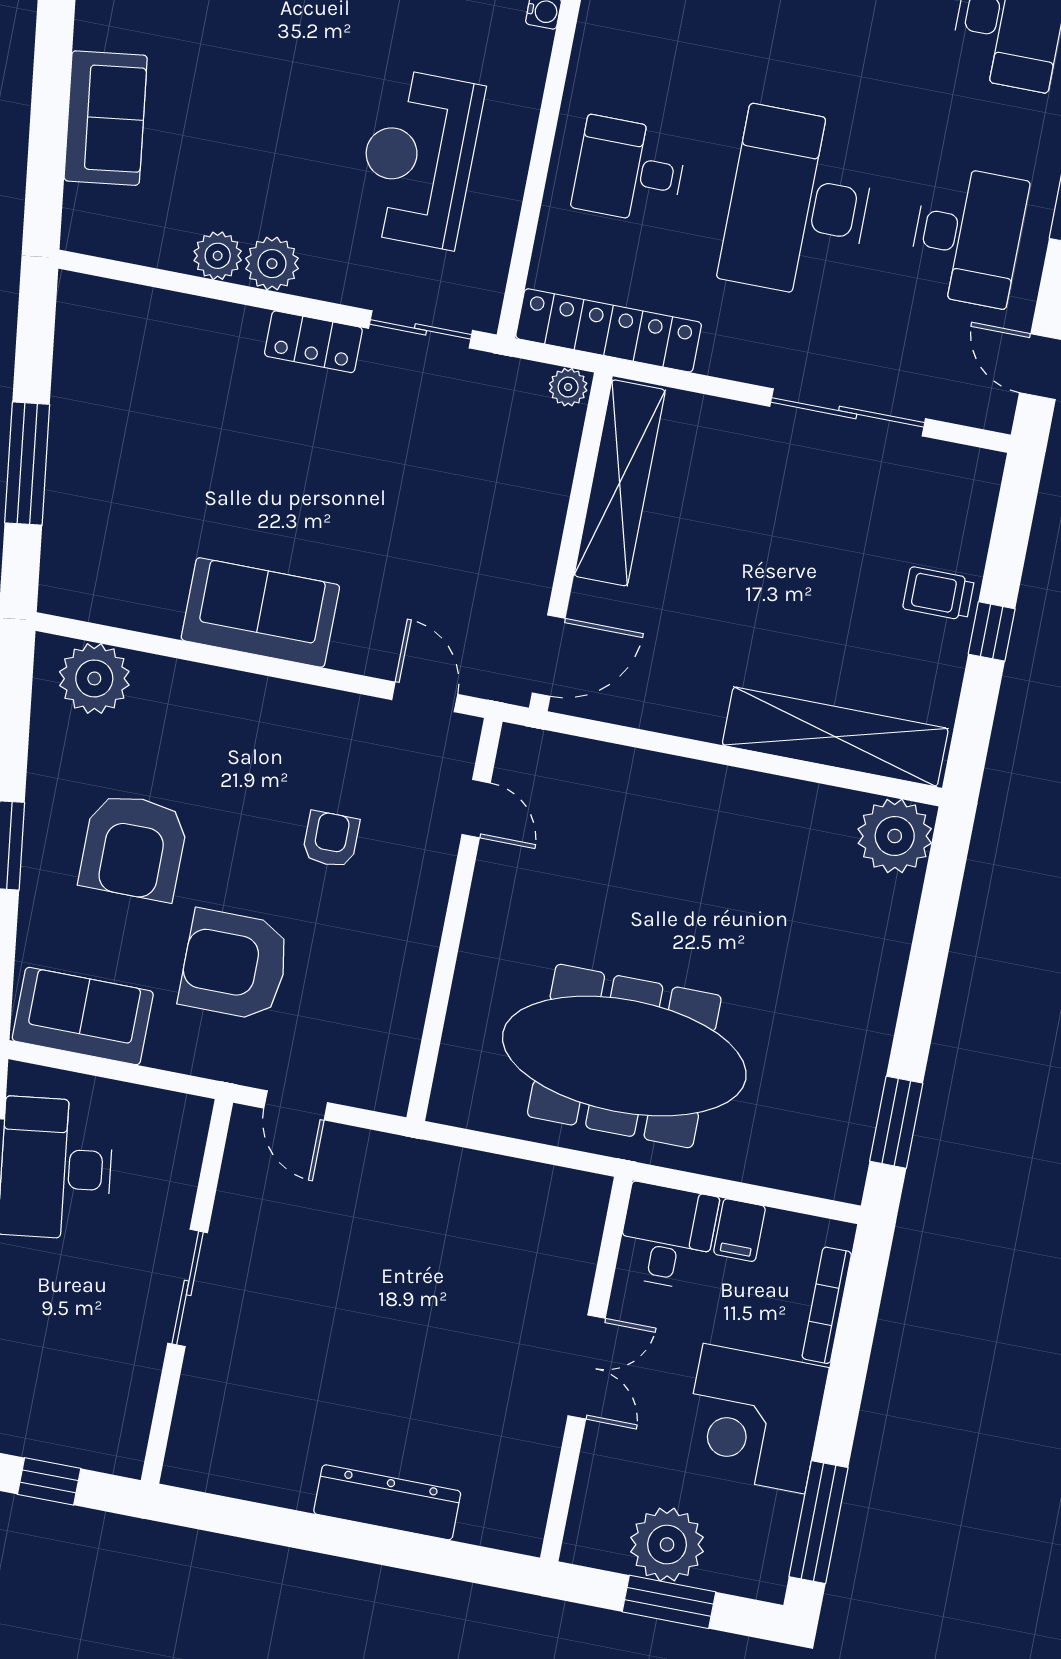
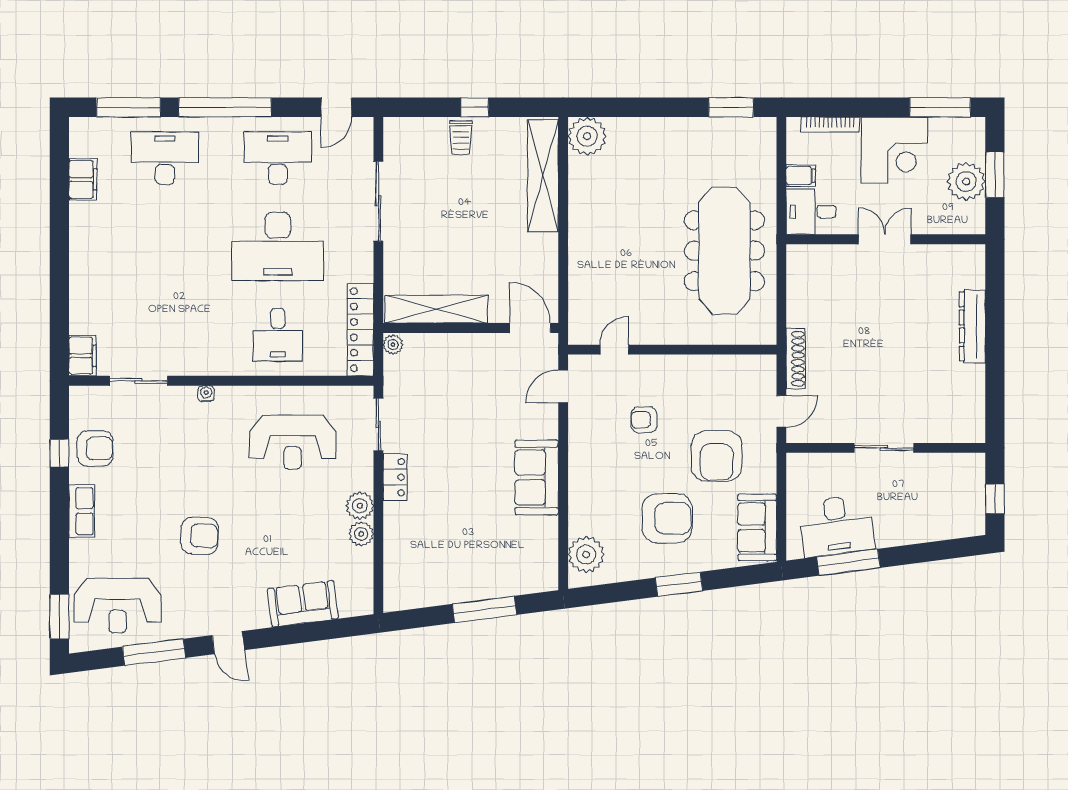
shoe rack: (391, 1152) -> (796, 359), added

